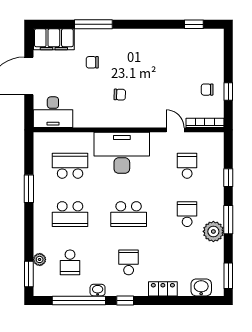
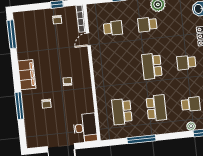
window: (194, 24) -> (12, 34), width x2.17
filing cabinet: (54, 39) -> (27, 75), moved
desk: (122, 153) -> (109, 76), removed
school desk: (187, 166) -> (113, 28), turned 180
window: (29, 189) -> (141, 139), width x1.44
school desk: (129, 214) -> (152, 66), turned 180

